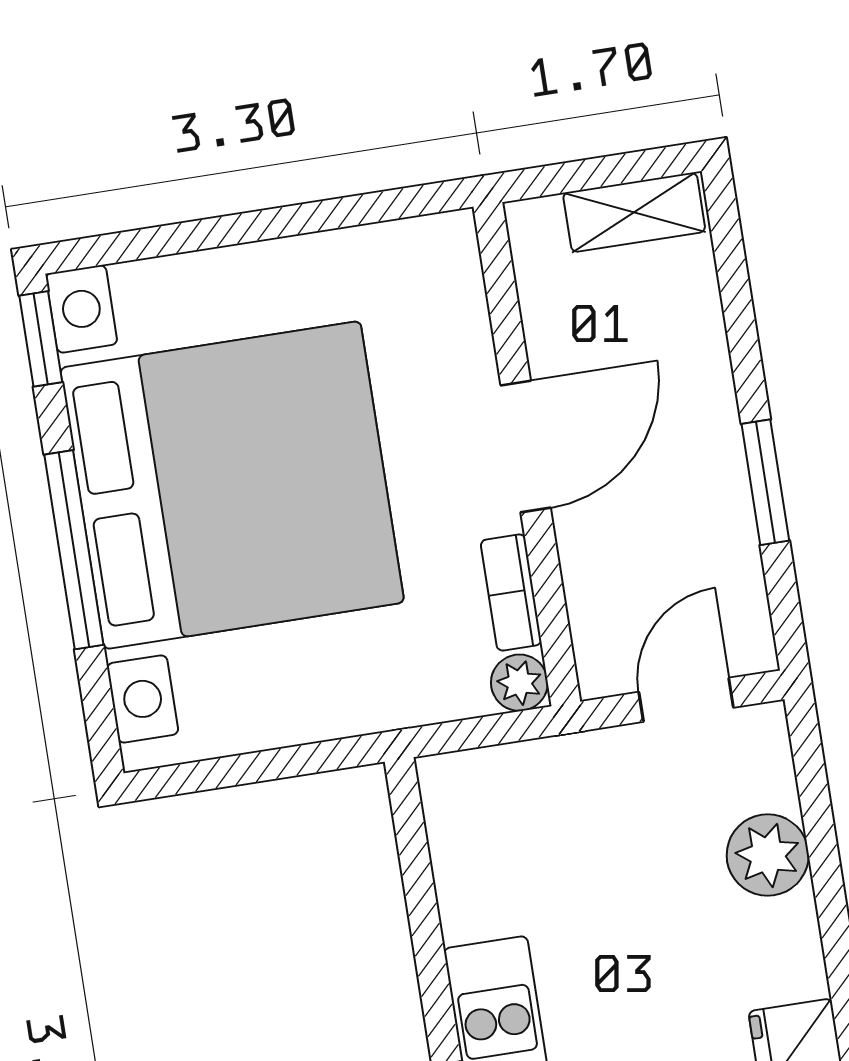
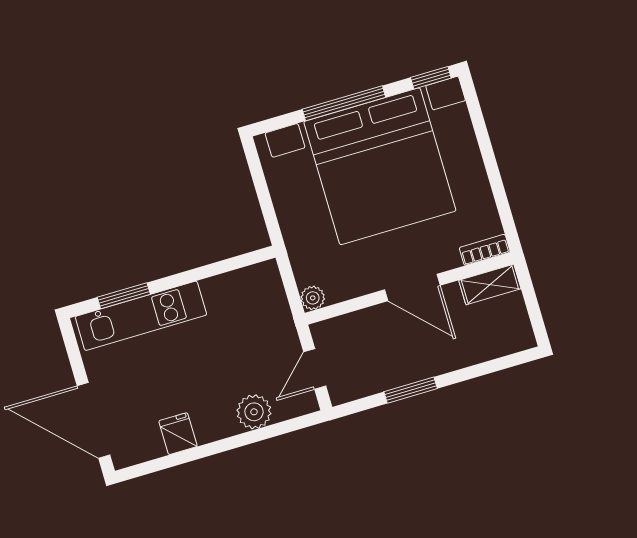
shelving: (634, 212) -> (490, 284), moved, turned 90
bookcase: (511, 592) -> (485, 250), moved
door: (686, 700) -> (315, 369), swing flipped

